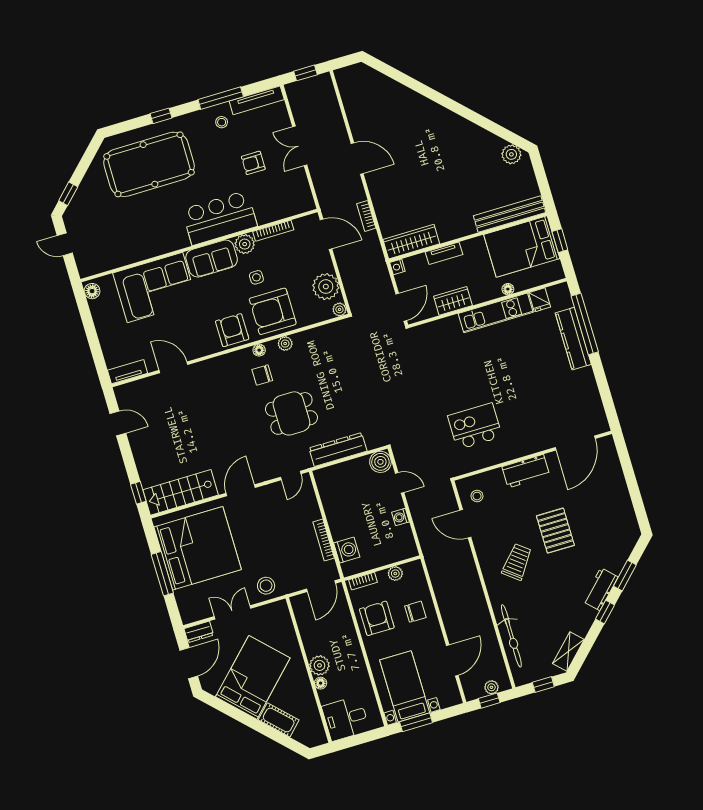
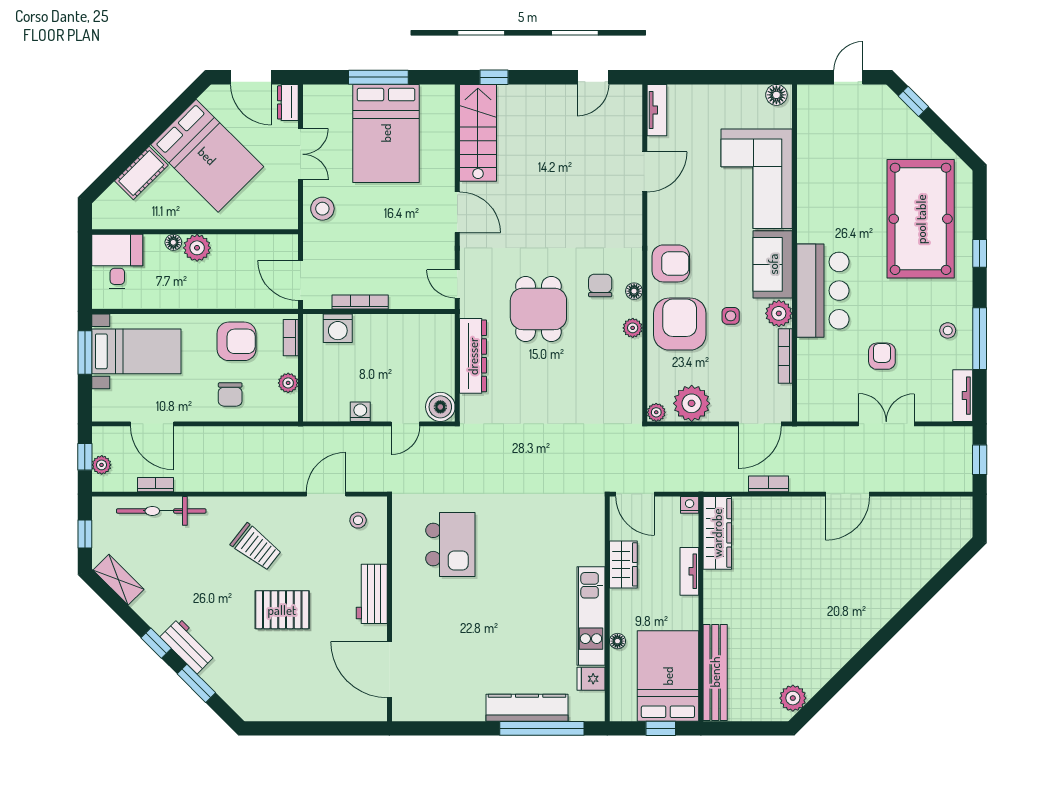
tv unit: (257, 100) -> (963, 396), width x0.71
bed: (198, 548) -> (386, 133), width x0.73
bookcase: (494, 645) -> (155, 485), added

